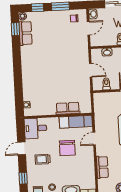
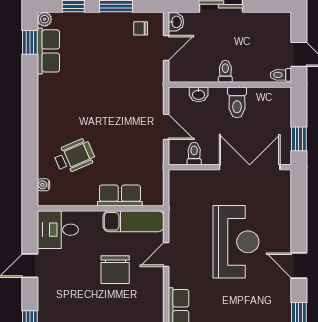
wheelchair: (42, 89) -> (74, 156), added
trolley: (43, 159) -> (68, 288), removed

